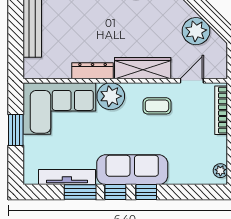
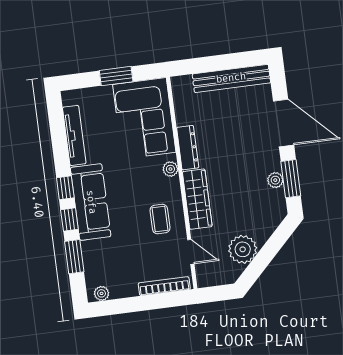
plant: (111, 96) -> (170, 169), width x0.53, depth x0.53
window: (80, 192) -> (74, 257), moved

